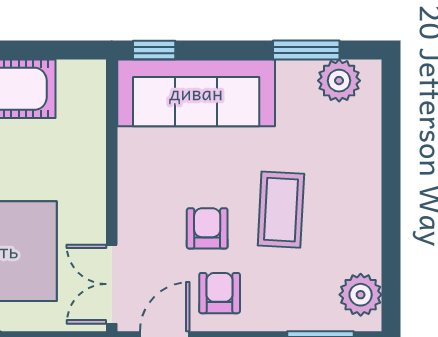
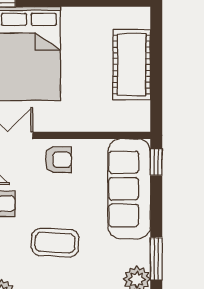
armchair: (207, 228) -> (58, 160), moved

